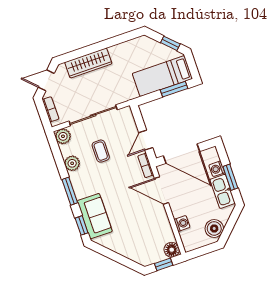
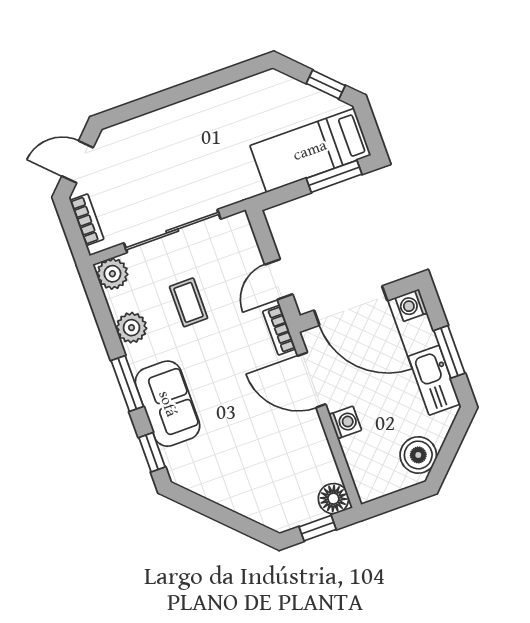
wardrobe: (88, 63) -> (161, 126), removed
washing machine: (217, 169) -> (411, 305), moved
sofa: (95, 216) -> (168, 404), moved
washing machine: (182, 223) -> (345, 422), moved

